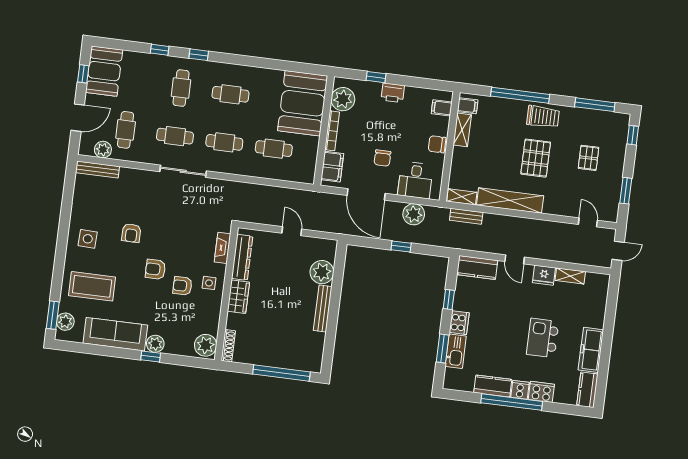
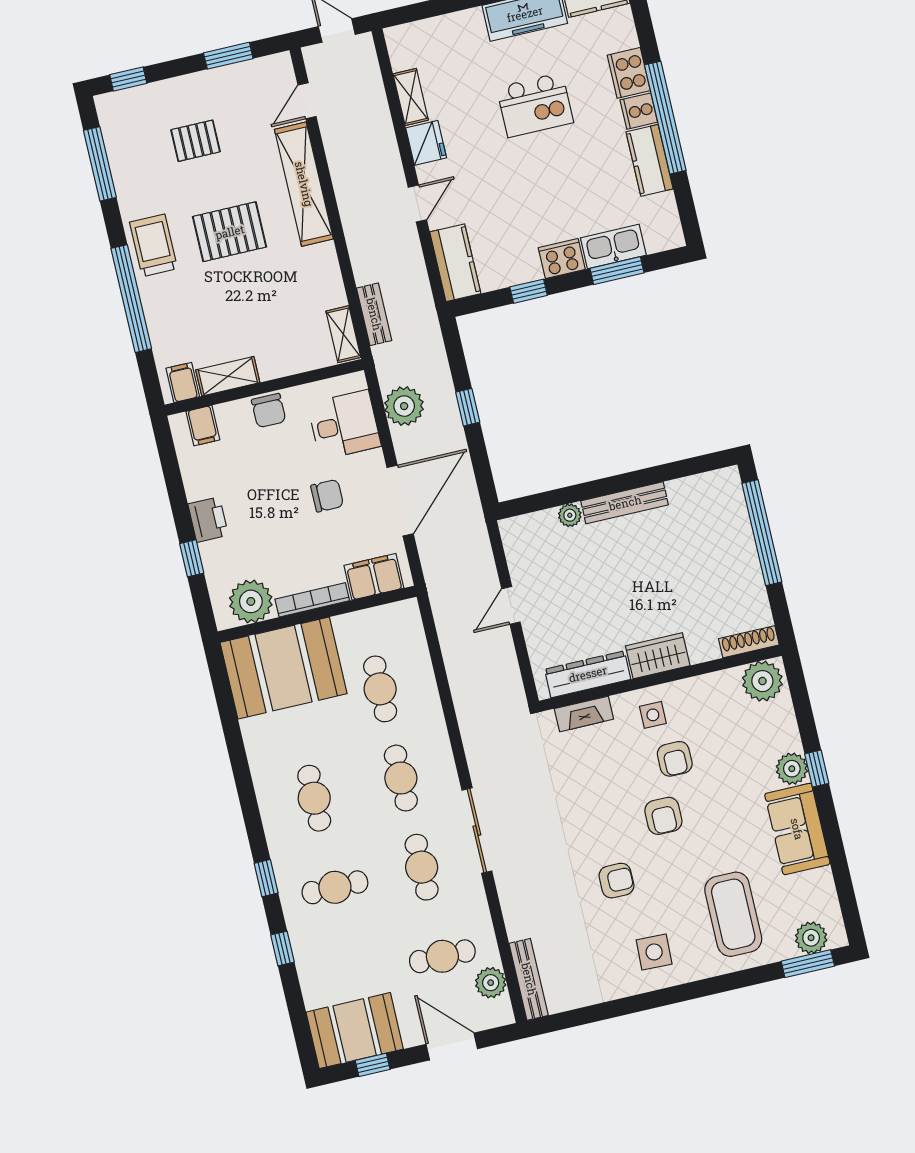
shelving: (510, 200) -> (304, 184), moved
plant: (322, 272) -> (570, 515), width x0.53, depth x0.53
sofa: (115, 334) -> (797, 829), width x0.73

